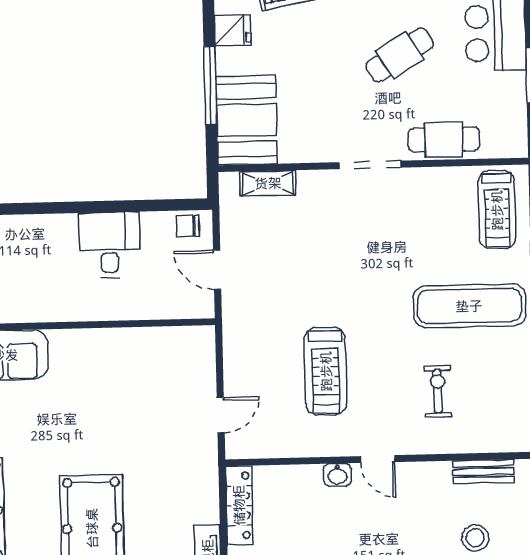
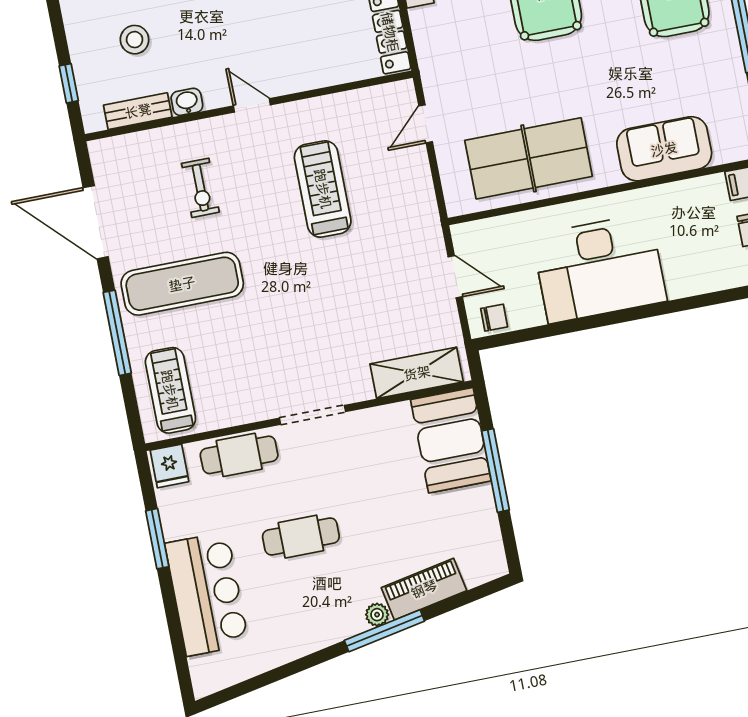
fridge: (233, 30) -> (170, 466), moved, turned -90
cafe table: (400, 55) -> (301, 537), turned 32
shelving: (268, 183) -> (417, 373), width x1.50, depth x1.33
desk: (109, 245) -> (599, 268), width x1.87, depth x1.30
table tennis table: (131, 367) -> (529, 158), added
washbasin: (337, 475) -> (187, 102), moved

